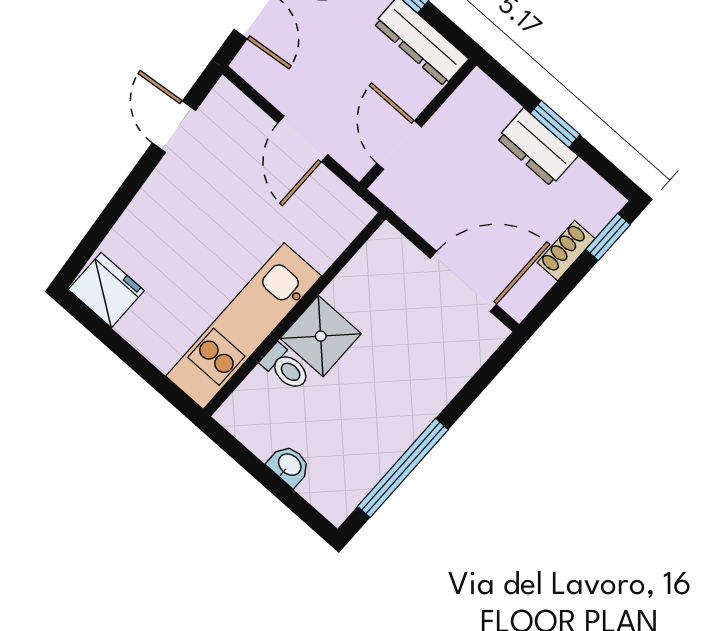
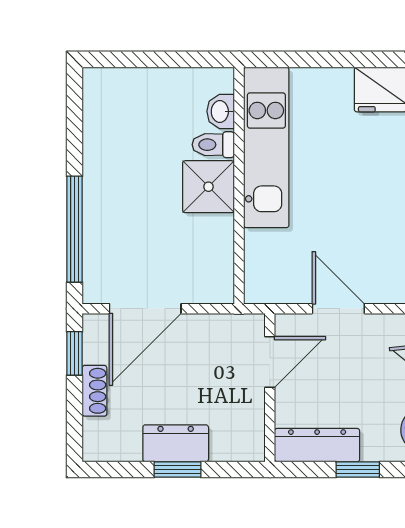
door: (399, 145) -> (270, 362), hinge flipped
window: (608, 237) -> (74, 353), moved
washbasin: (289, 465) -> (221, 111), moved, turned 90
window: (403, 468) -> (74, 229), moved

